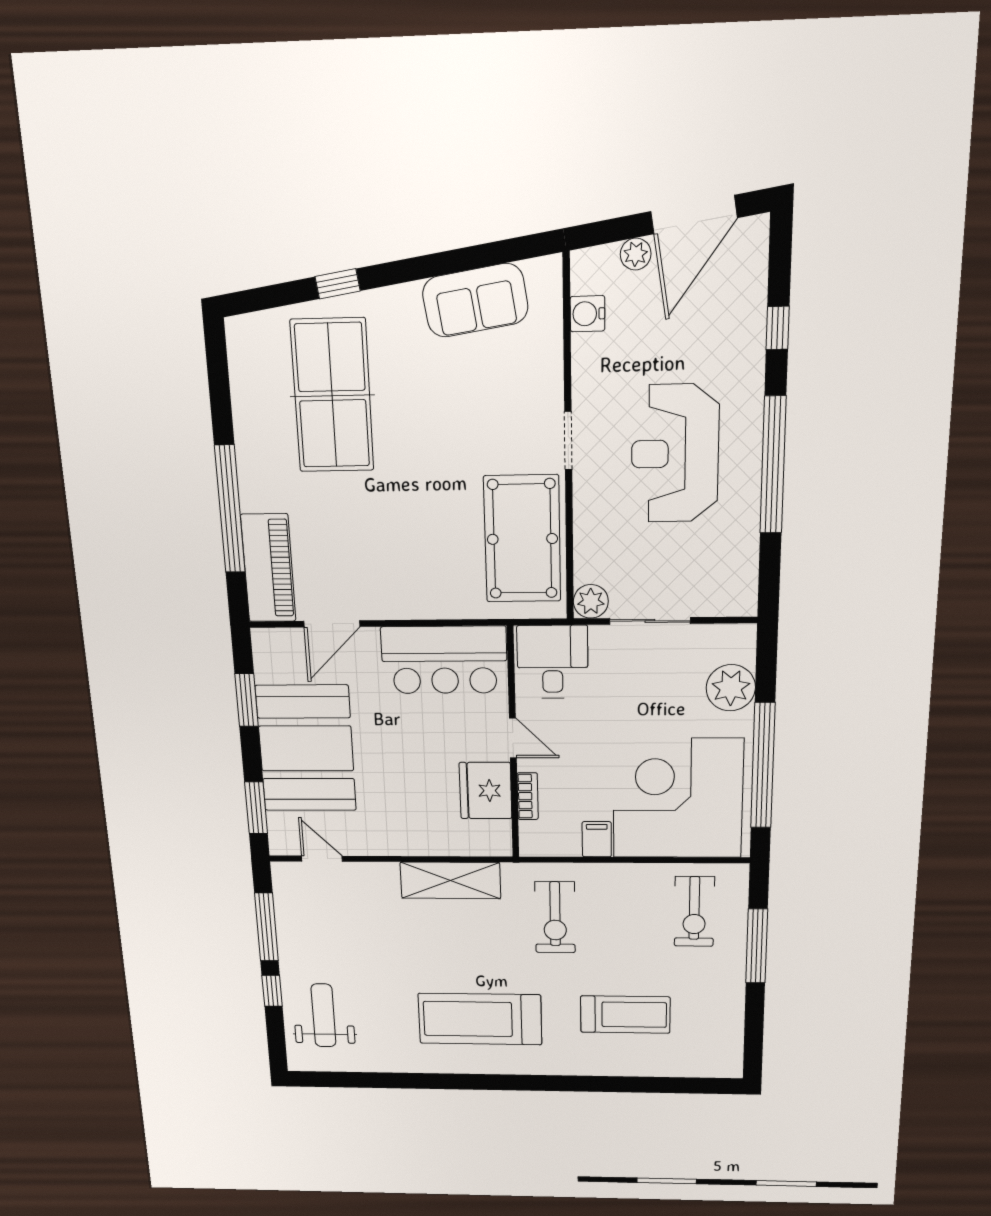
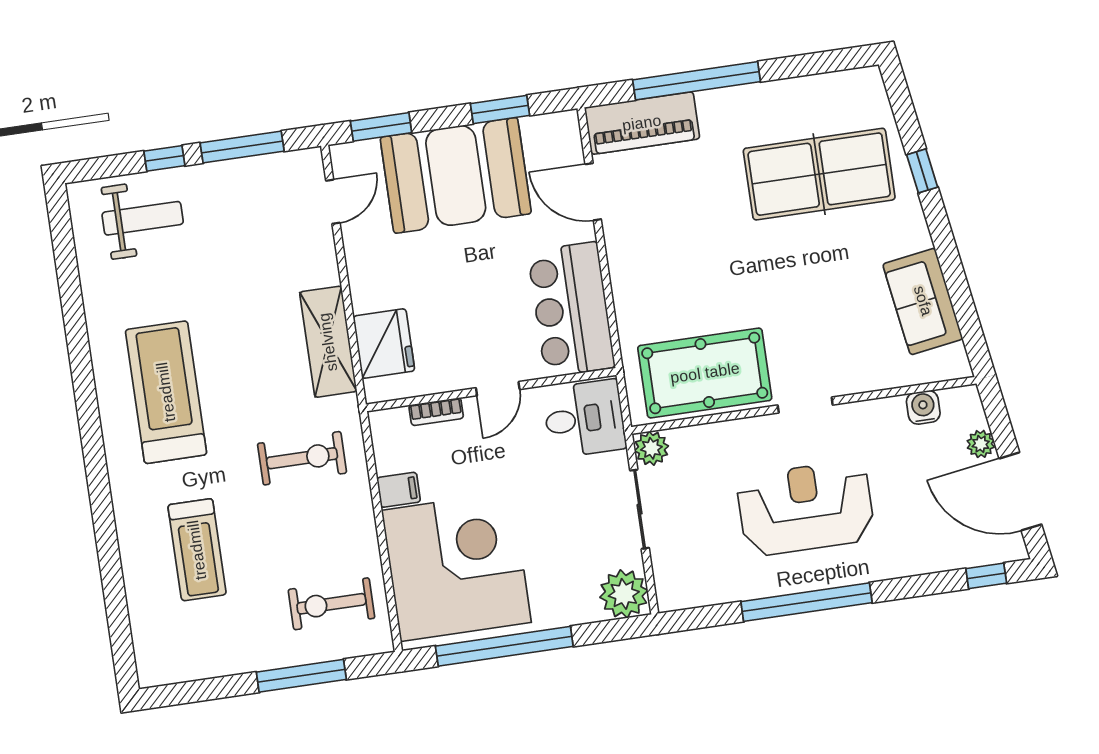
window: (778, 328) -> (986, 576), moved
plant: (731, 688) -> (624, 594), moved
fridge: (485, 791) -> (384, 344), moved, turned 90
exercise bike: (555, 917) -> (302, 458), turned 180

